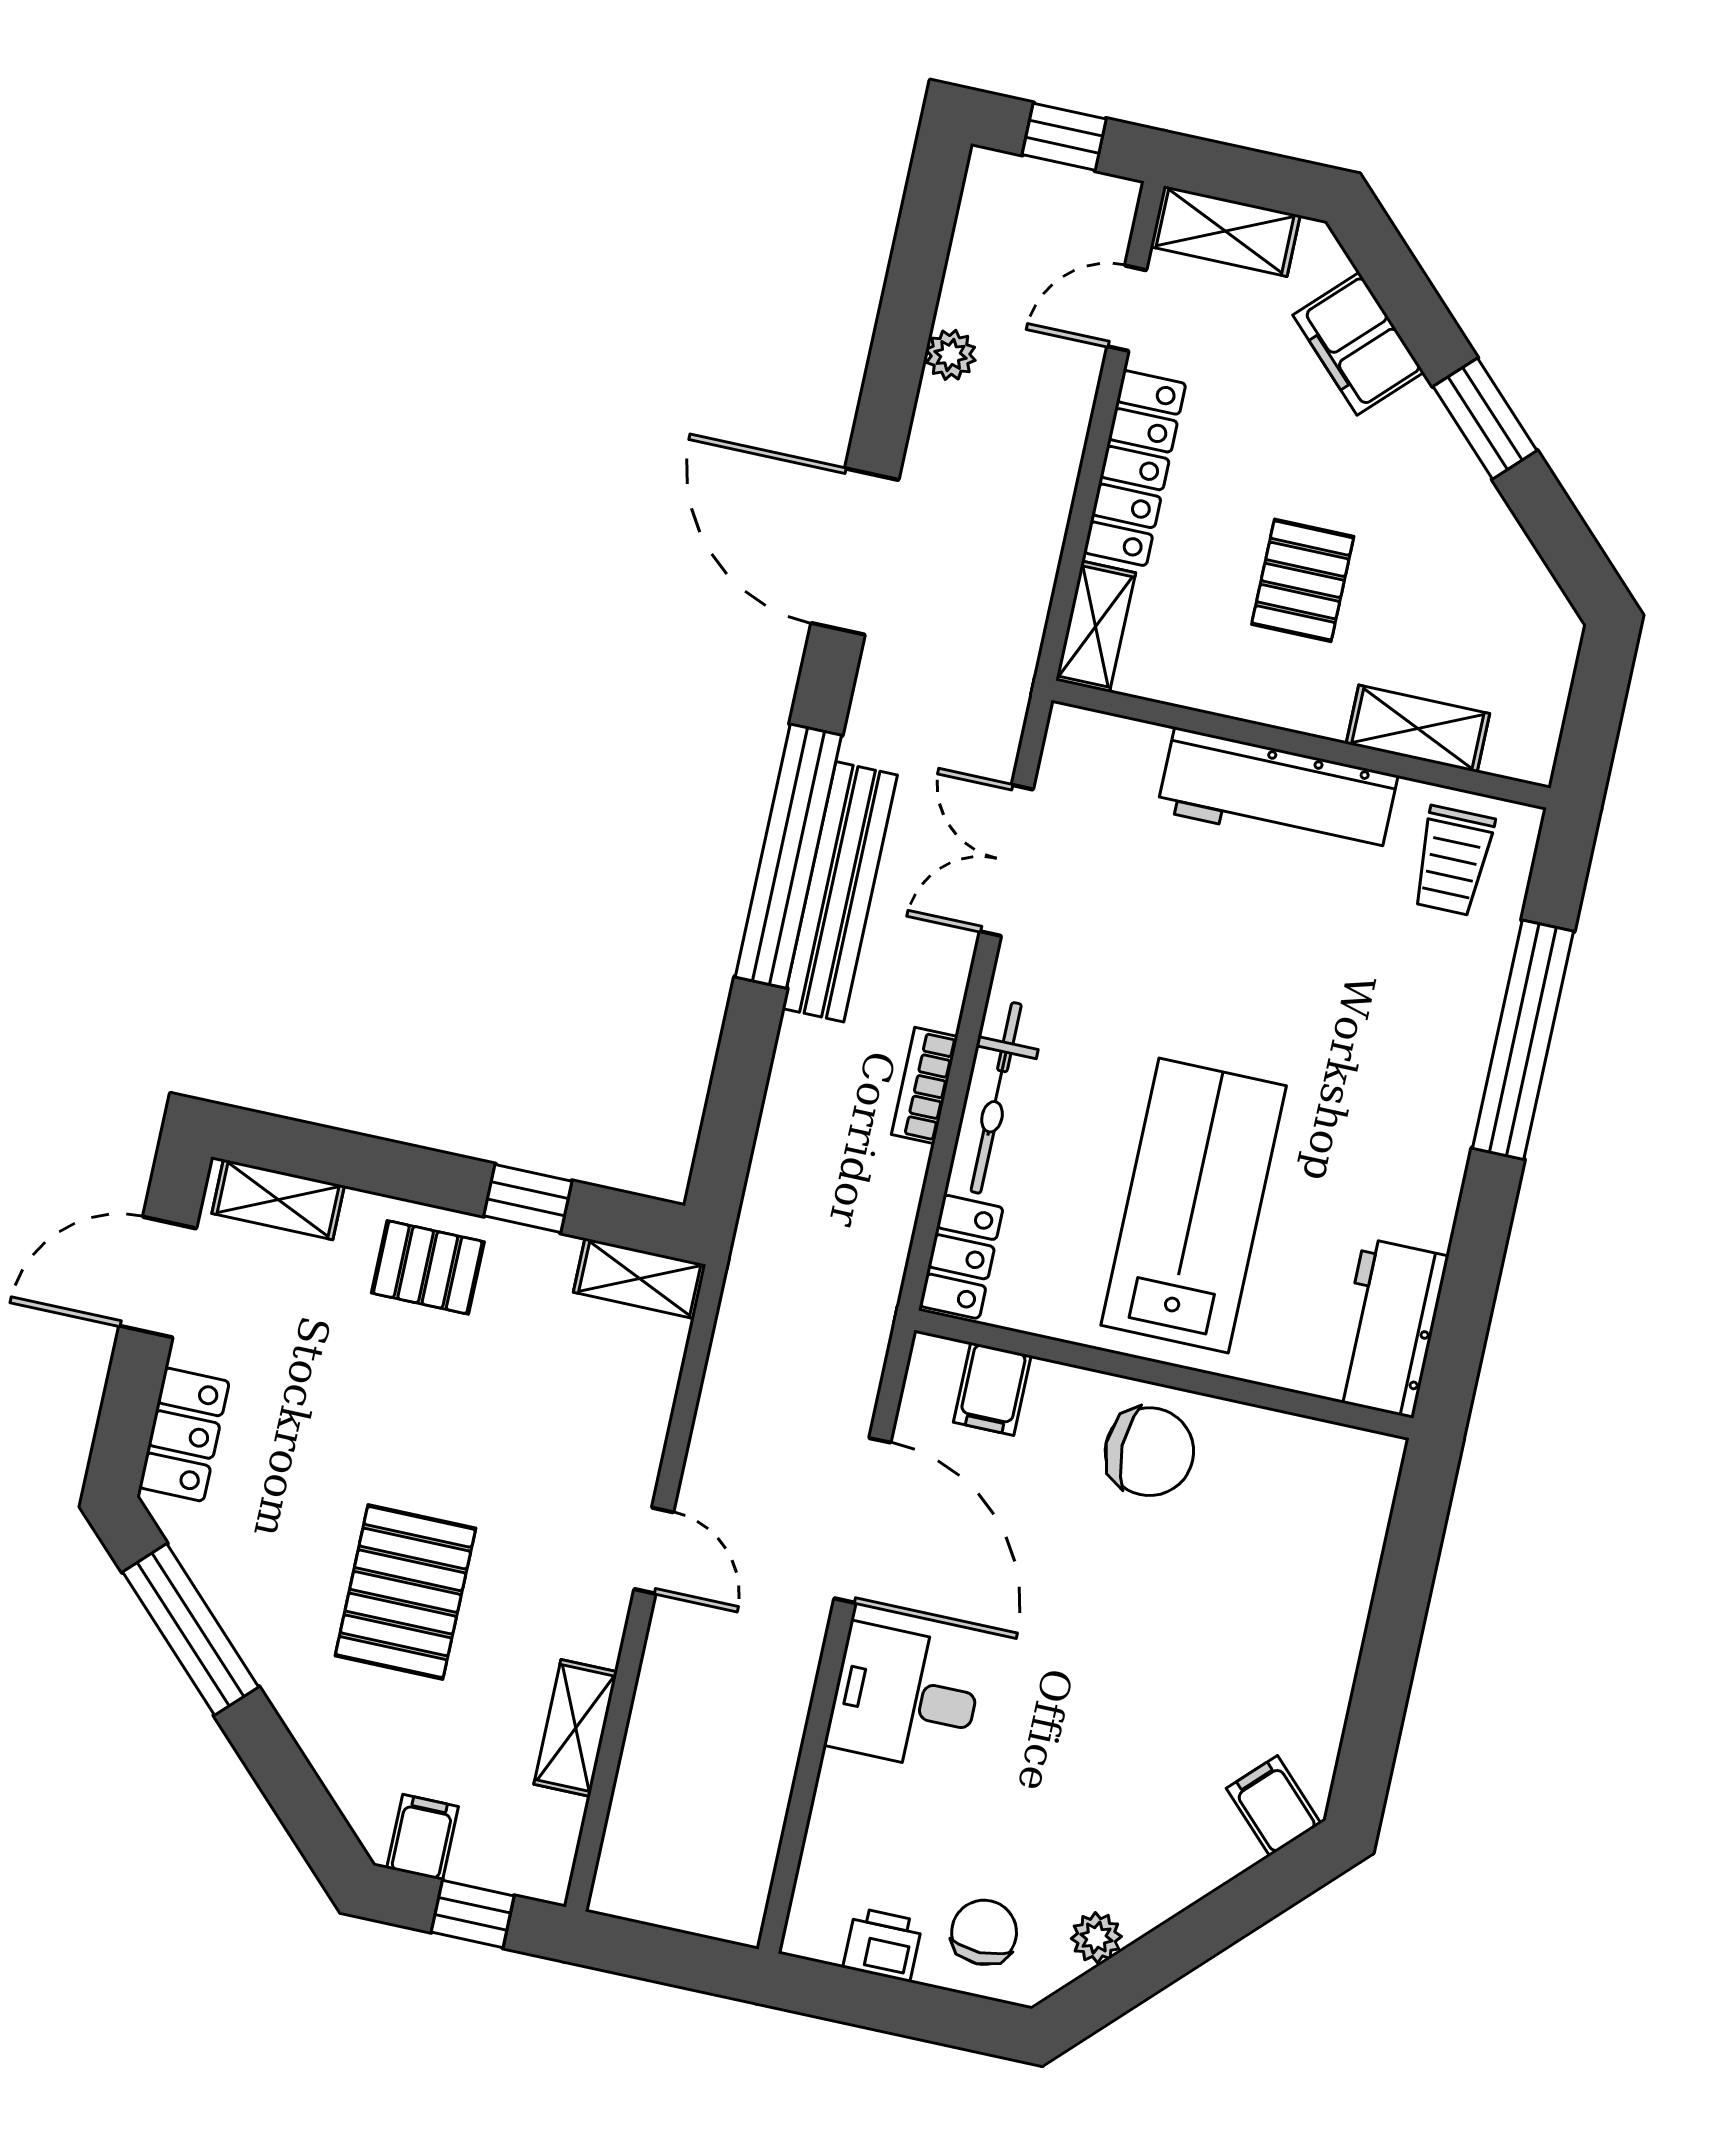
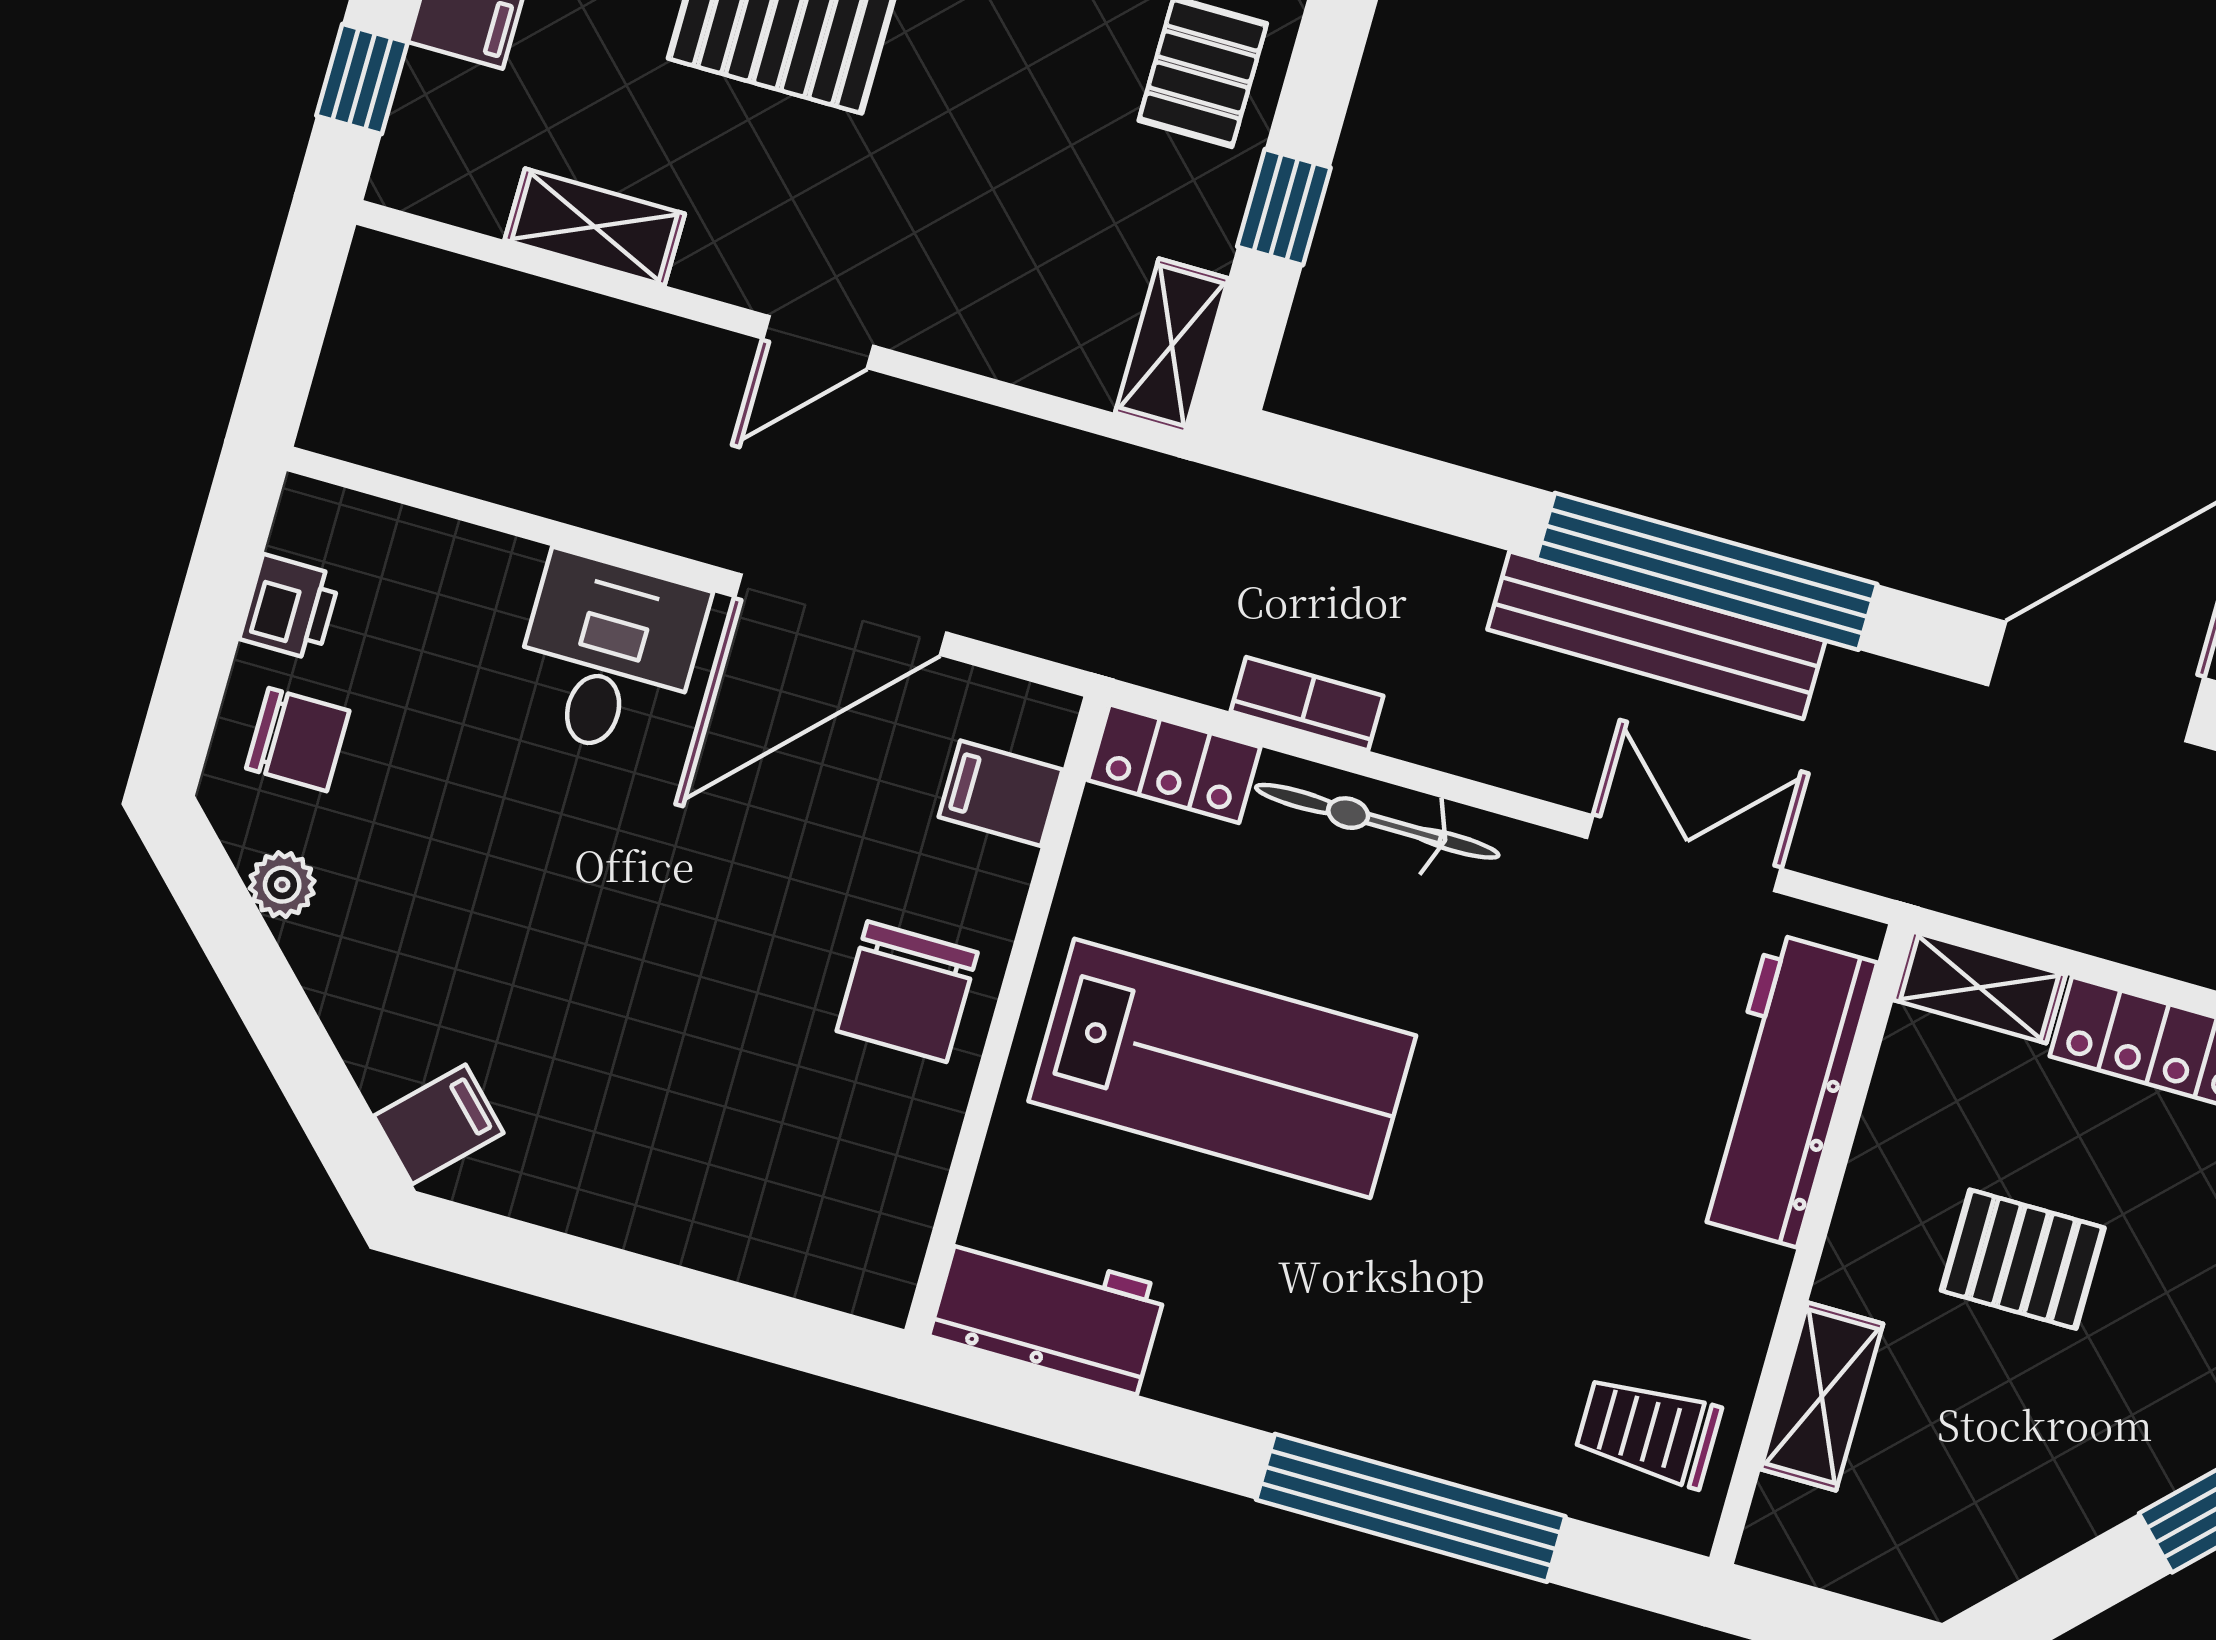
workbench: (1277, 793) -> (1784, 1090), moved
bookcase: (925, 1086) -> (1307, 704), moved

